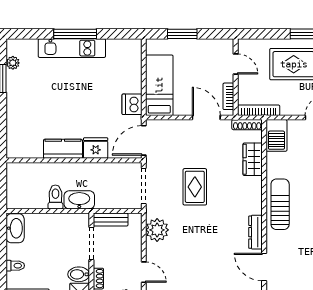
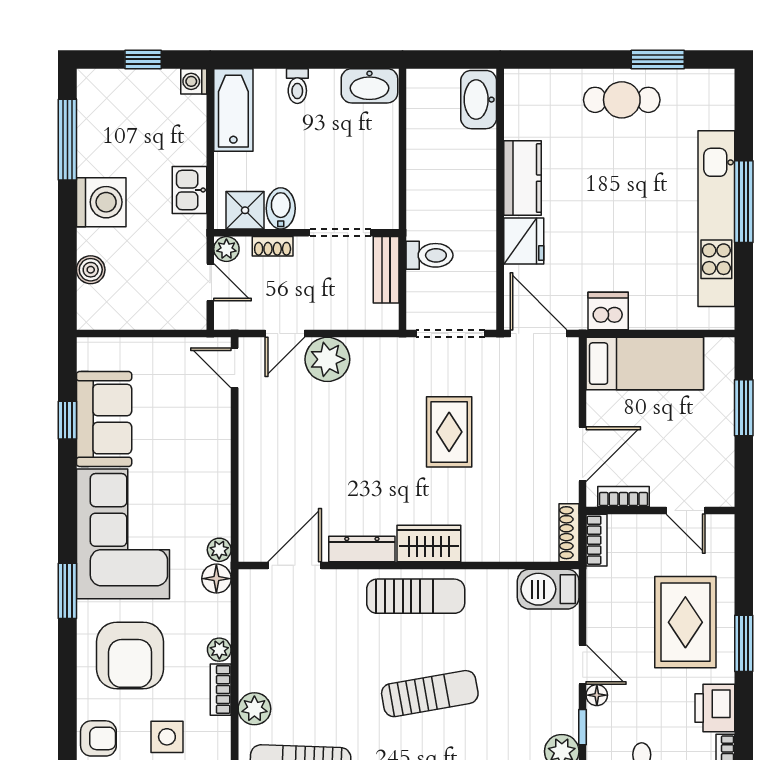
kitchen unit: (72, 48) -> (716, 219), width x1.36
plant: (13, 63) -> (688, 81), removed
door: (236, 64) -> (686, 511), hinge flipped
cafe table: (22, 97) -> (622, 100), added
bookcase: (259, 110) -> (597, 540), width x0.64
wardrobe: (253, 159) -> (429, 543), moved
rug: (195, 187) -> (449, 432), turned 90
toilet: (55, 197) -> (429, 255), moved
washbasin: (79, 200) -> (479, 100), moved, turned 180
plant: (157, 230) -> (327, 359), moved

